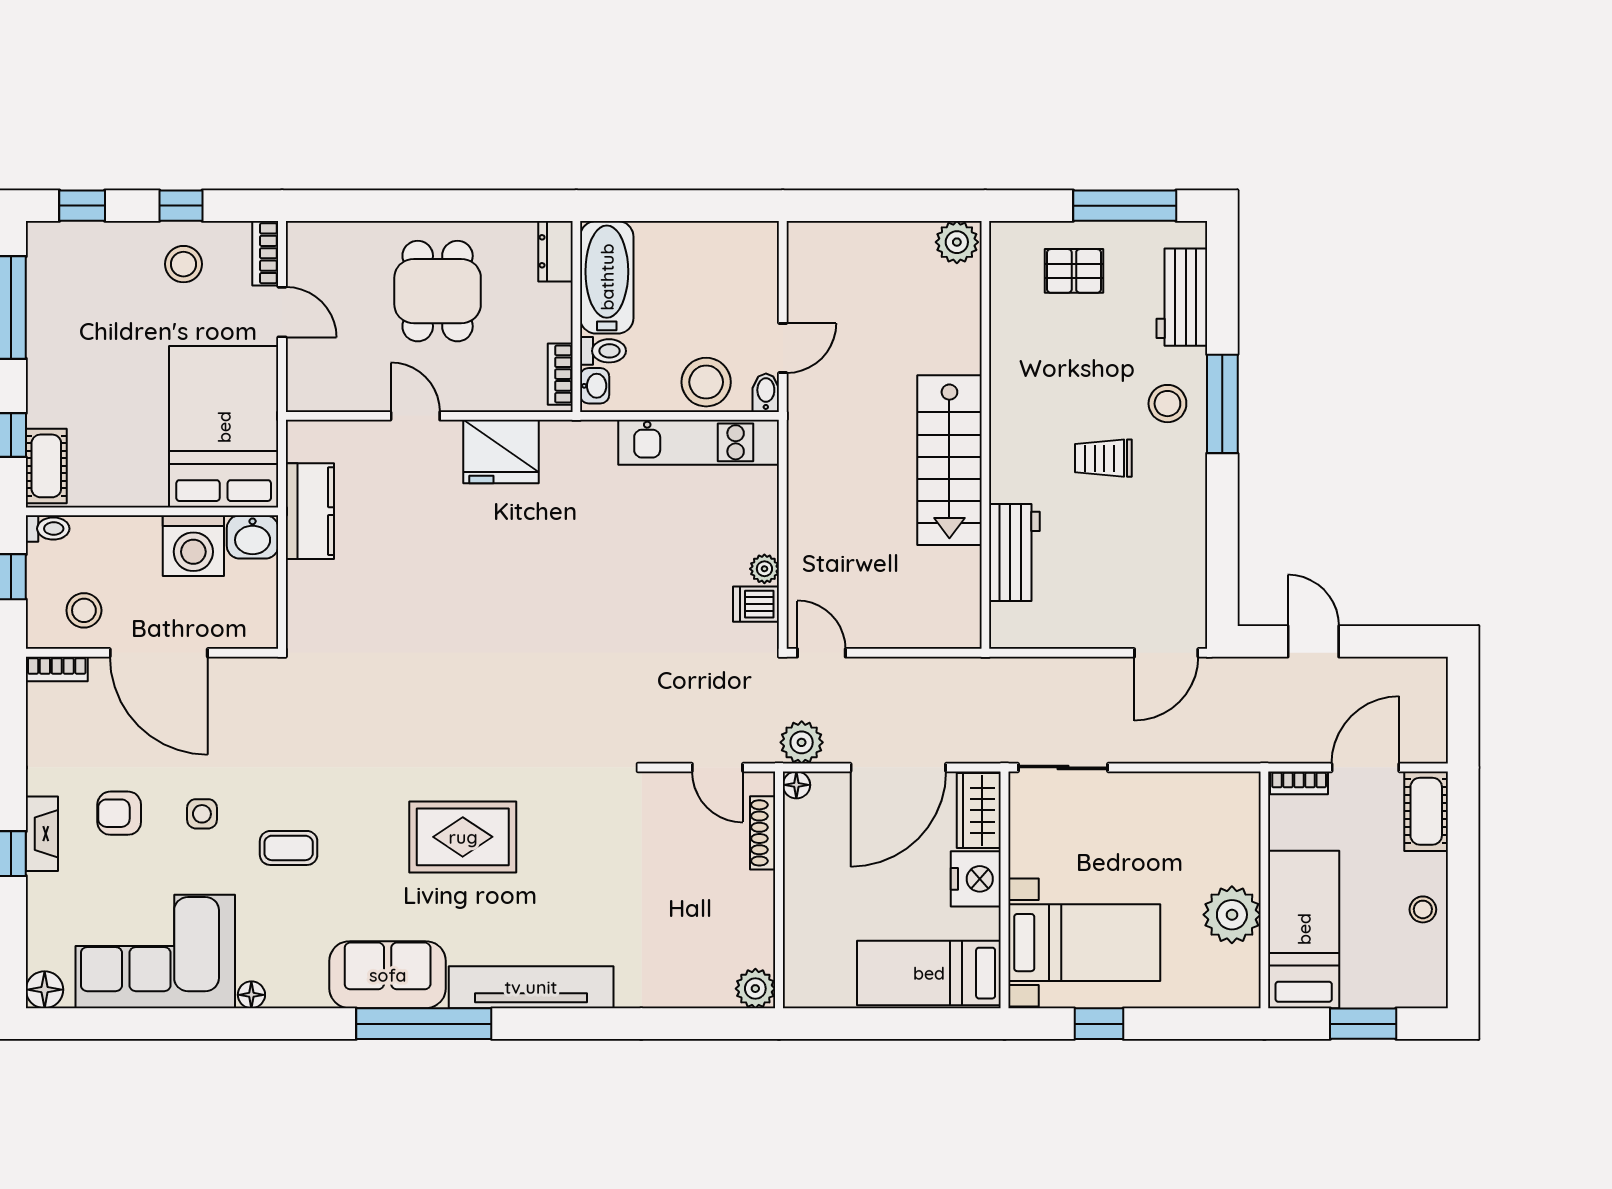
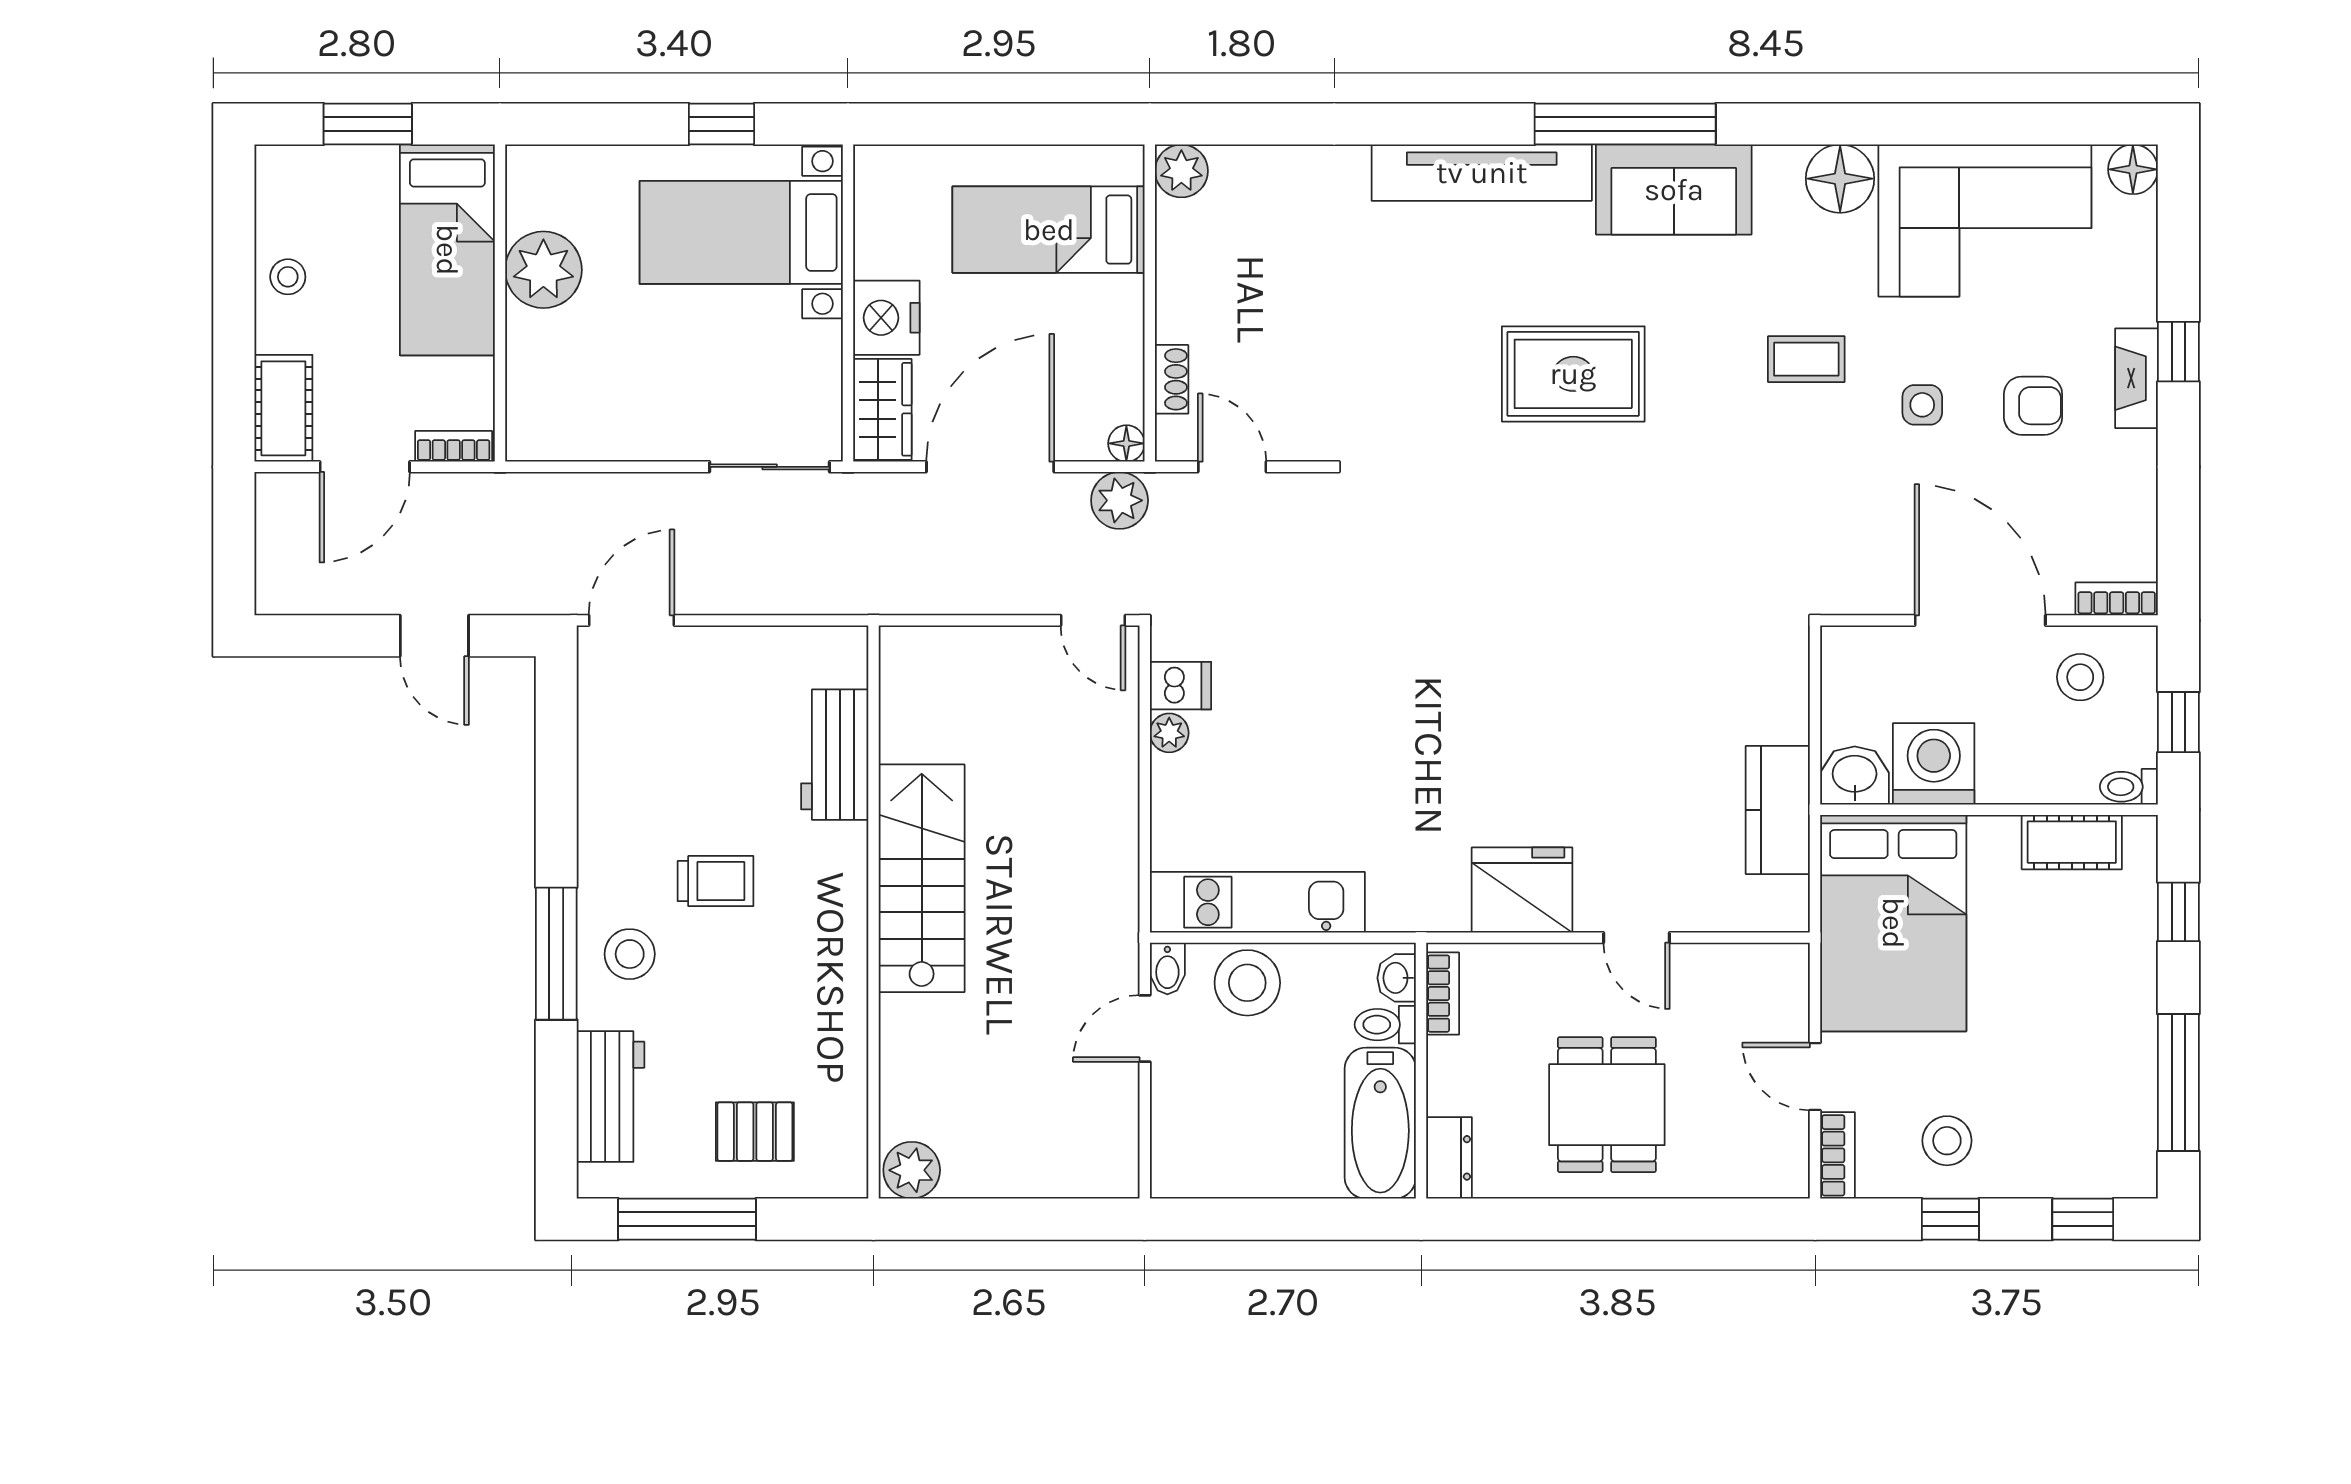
cot: (46, 466) -> (2072, 842), moved, turned 90
shoe rack: (763, 833) -> (1172, 379), width x0.70
bed: (929, 973) -> (1049, 230), moved, turned 180
floor lamp: (251, 995) -> (1840, 179), width x1.89, depth x1.89

